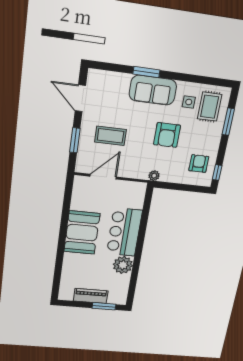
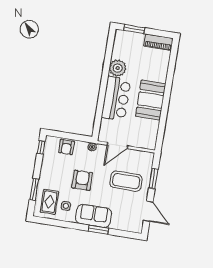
coffee table: (111, 136) -> (126, 181), width x1.36, depth x1.32
armchair: (199, 164) -> (66, 147), moved
door: (103, 177) -> (118, 146), moved
piano: (91, 296) -> (158, 42), moved

